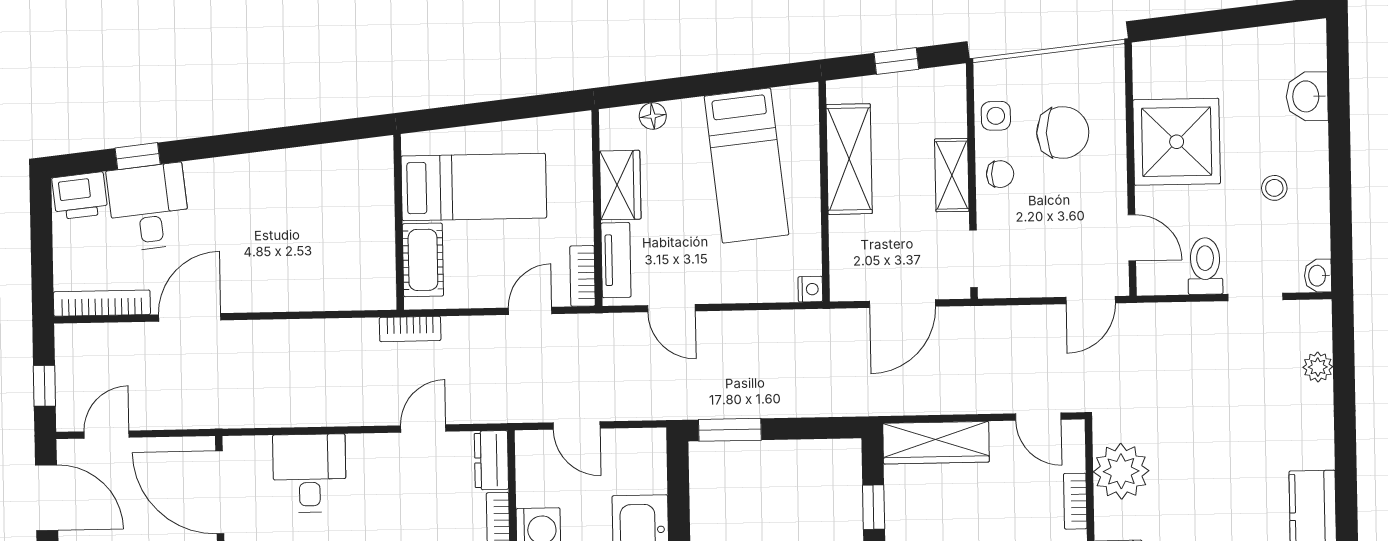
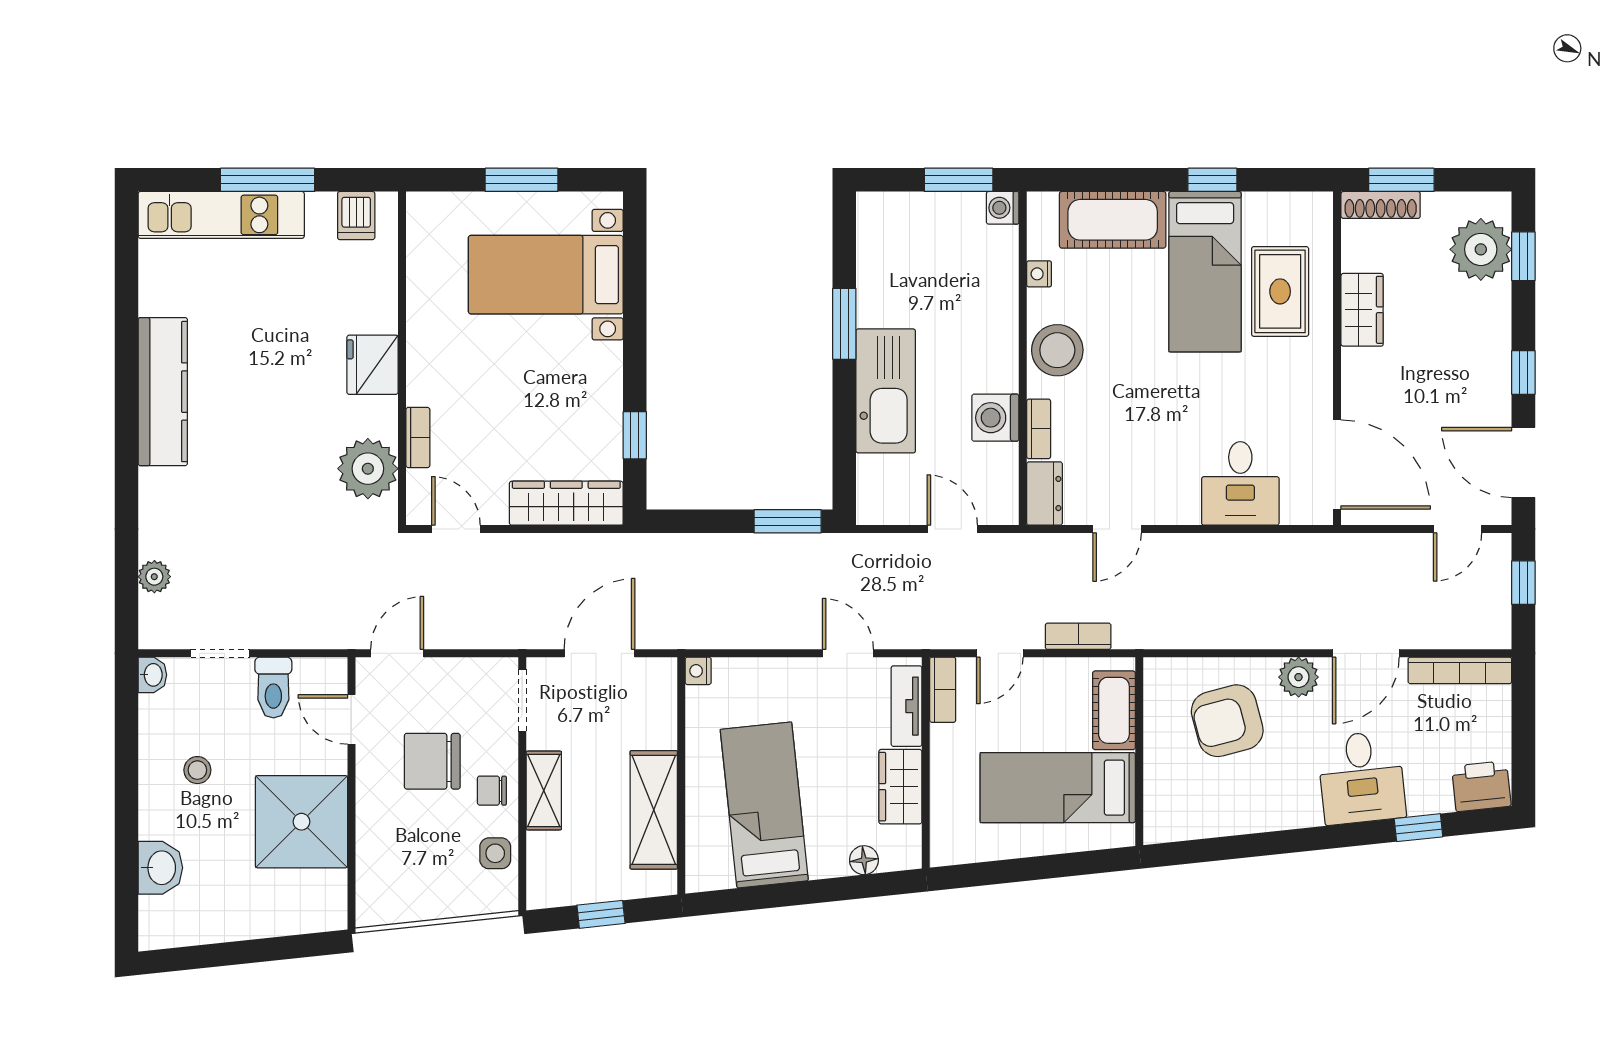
chair: (1063, 133) -> (432, 761), moved
desk: (149, 207) -> (1362, 777), moved
armchair: (317, 252) -> (1227, 721), added
plant: (252, 294) -> (1299, 677), added
bookcase: (410, 329) -> (1078, 636), moved

